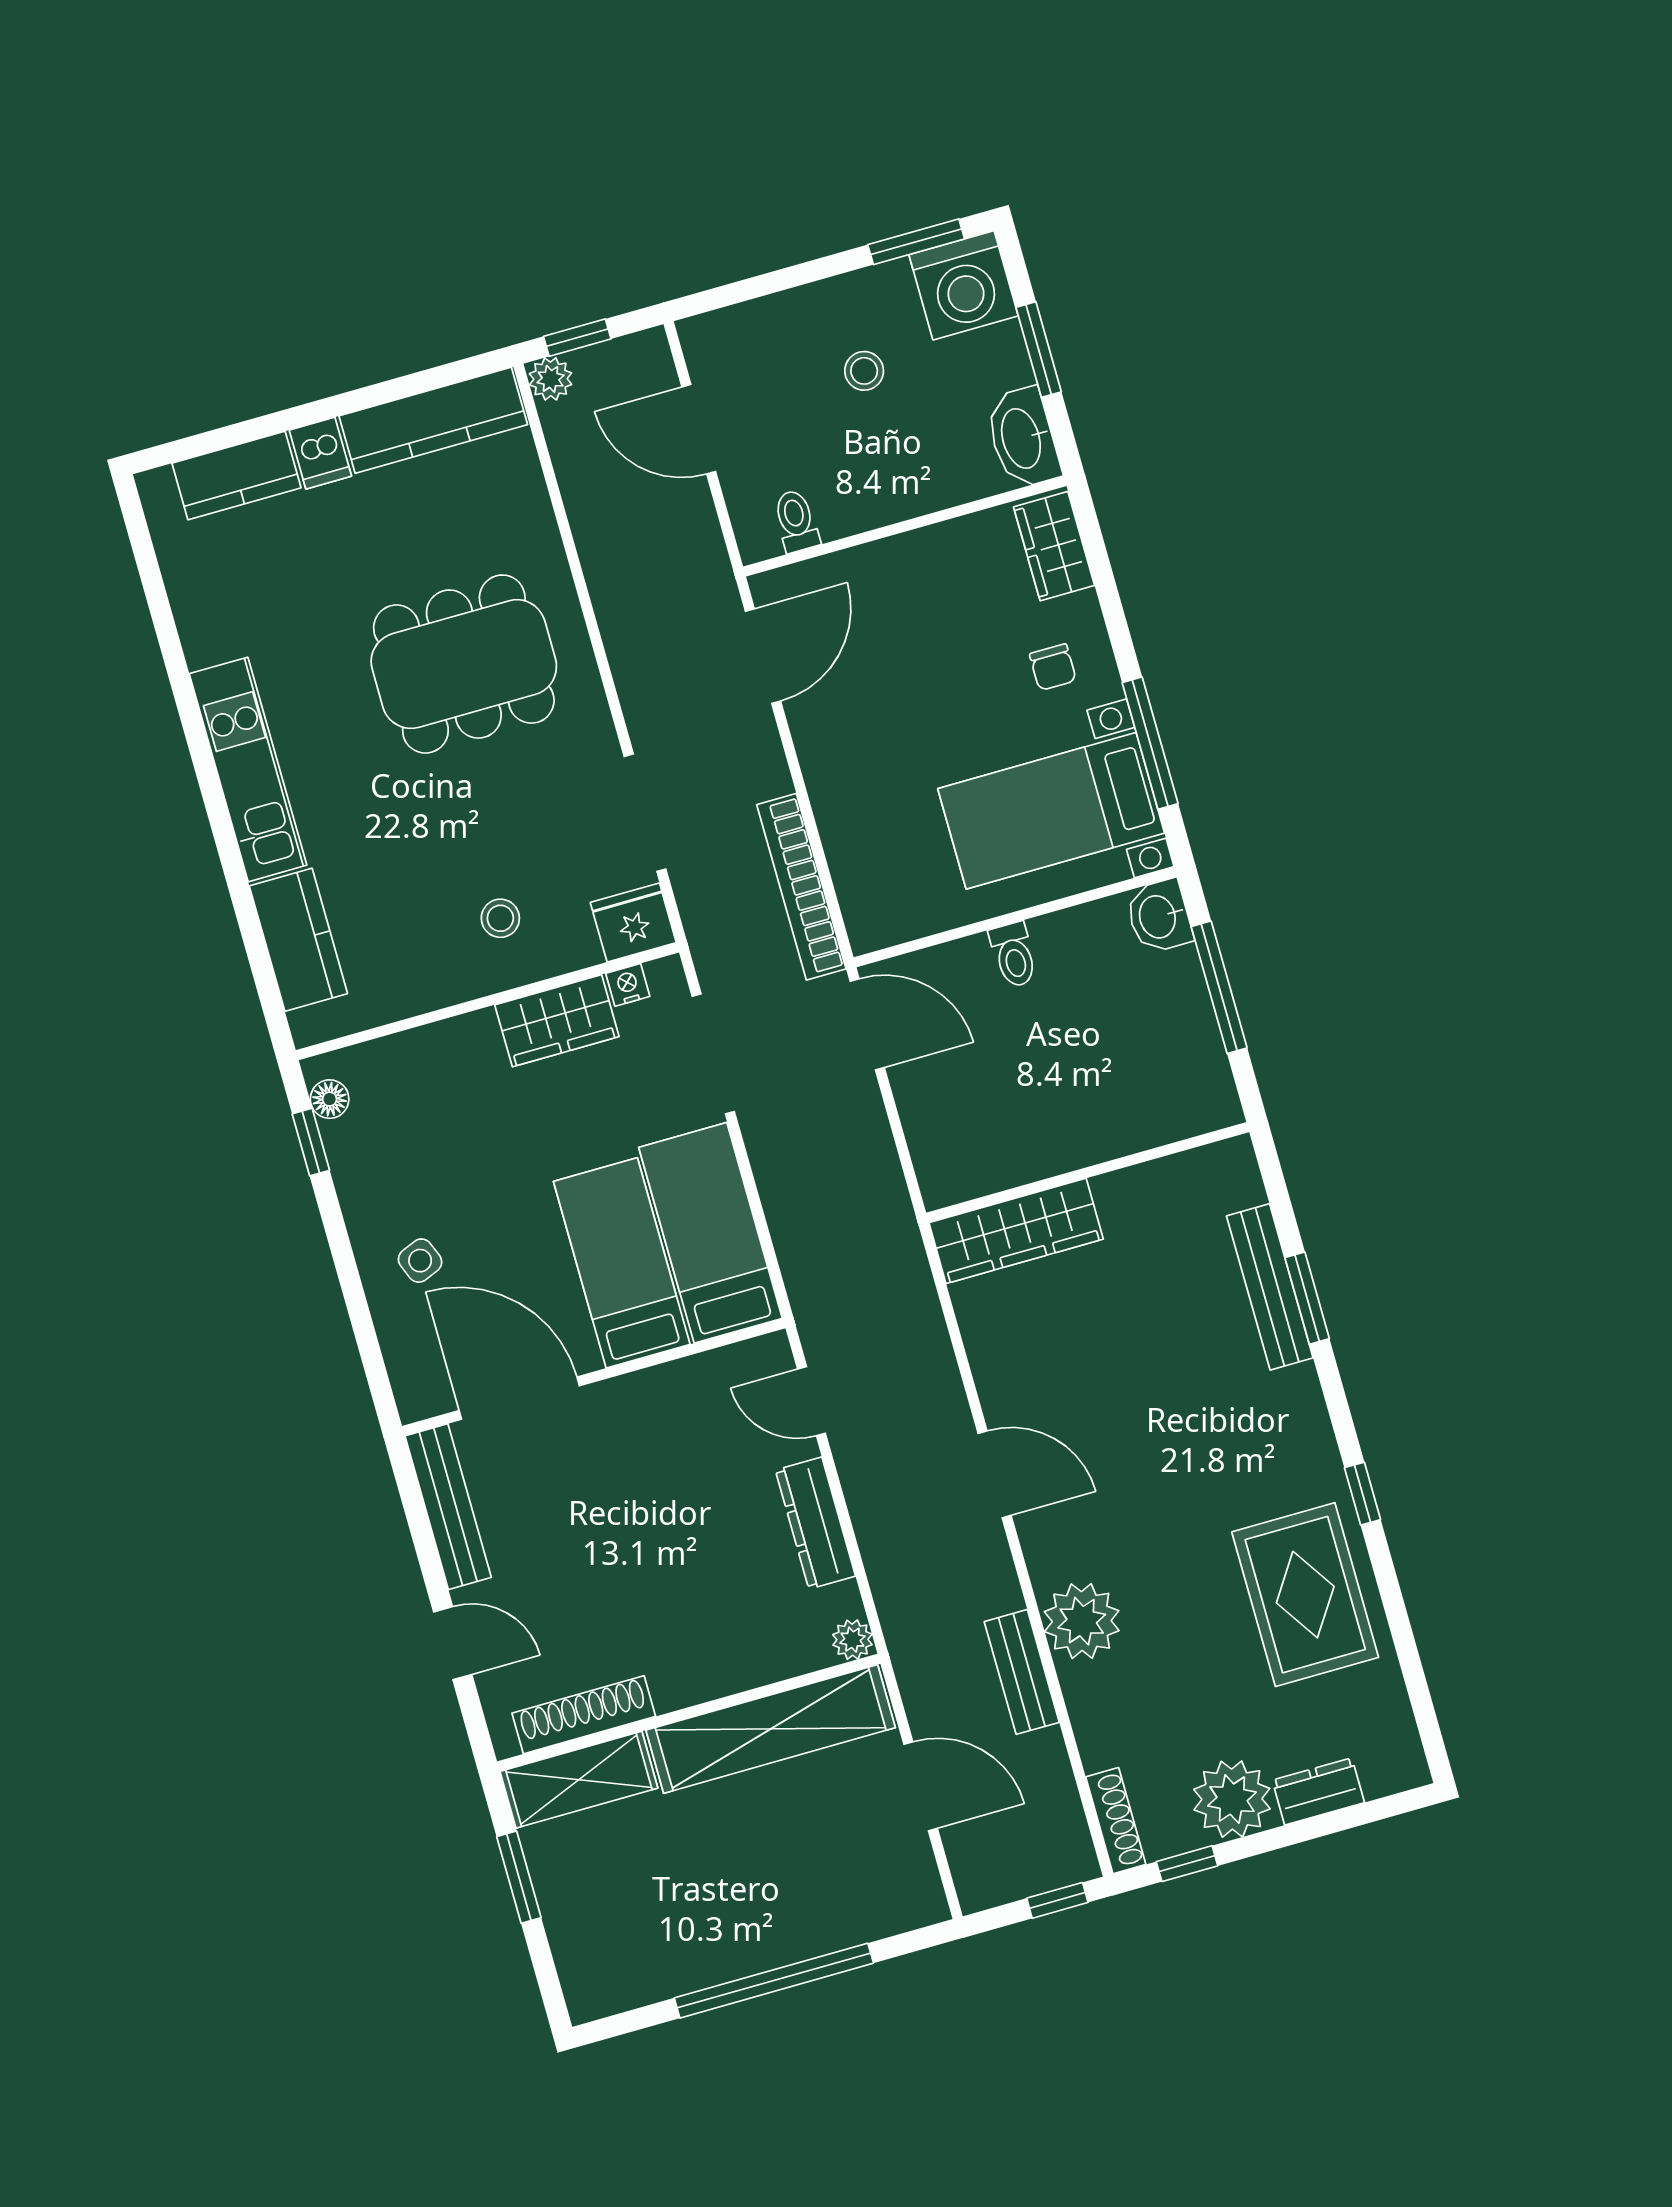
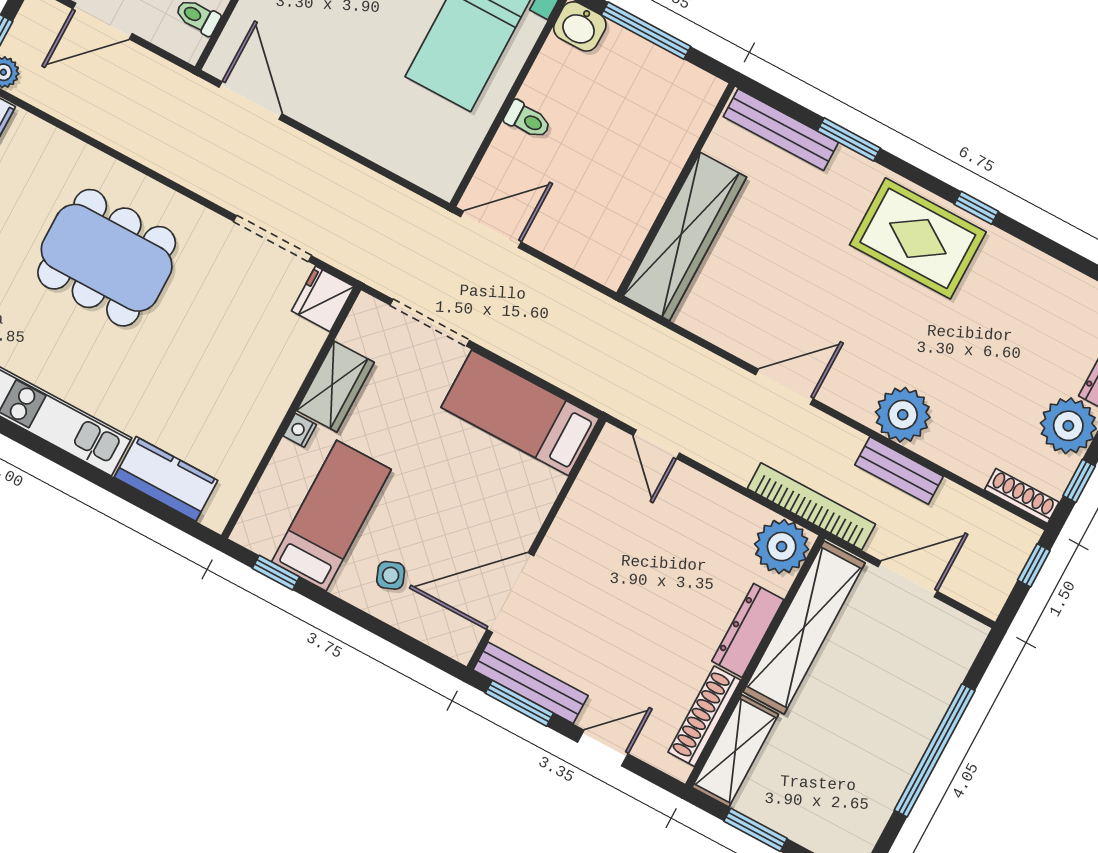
dining table: (464, 664) -> (107, 258), turned 90
bookcase: (801, 887) -> (811, 506), moved, turned 180
stool: (500, 918) -> (255, 365), removed
nightstand: (628, 985) -> (300, 430), moved
floor lamp: (330, 1099) -> (263, 542), removed
wardrobe: (1016, 1231) -> (685, 237), width x1.40, depth x1.17
bed: (622, 1263) -> (331, 516), moved, turned 90
bench: (1270, 1287) -> (781, 130), moved
door: (812, 1401) -> (656, 444), hinge flipped
window: (417, 1515) -> (519, 703), added
dresser: (815, 1523) -> (748, 630), moved, turned 90
rug: (1305, 1595) -> (918, 238), moved
plant: (852, 1640) -> (782, 547), width x1.88, depth x1.88

